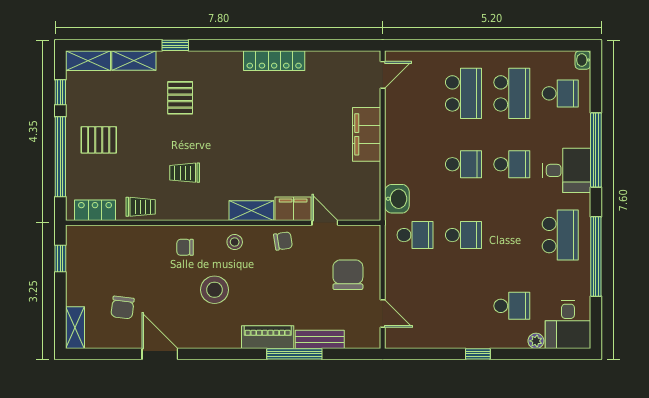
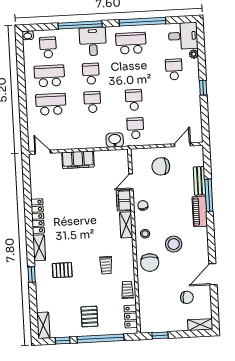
shelving: (134, 60) -> (39, 248), moved
chair: (185, 247) -> (150, 263), width x1.87, depth x1.87

